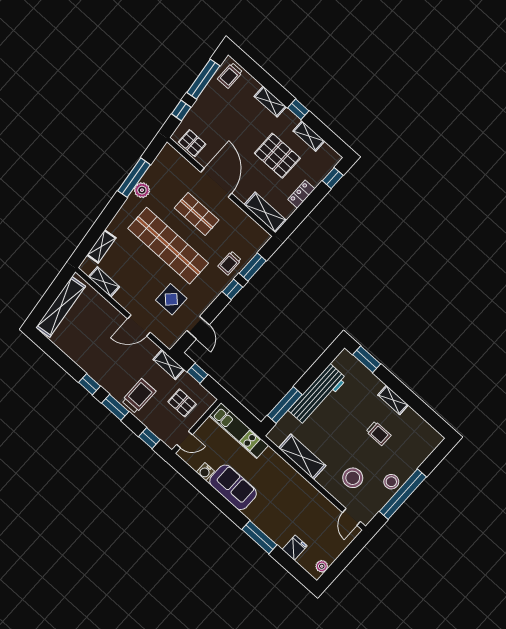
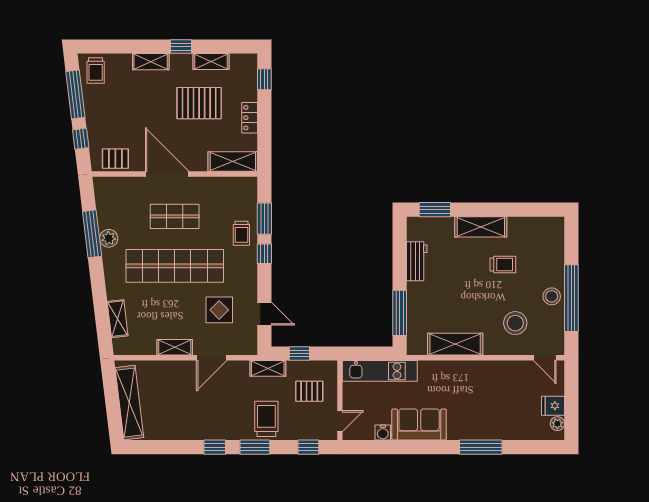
shelving: (104, 282) -> (175, 347), moved
workbench: (318, 395) -> (417, 261), width x0.53, depth x0.76
shelving: (393, 400) -> (481, 227), width x1.50, depth x1.33
fridge: (295, 548) -> (553, 406), moved, turned -90

